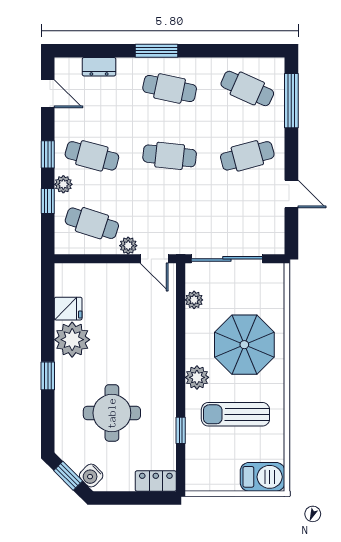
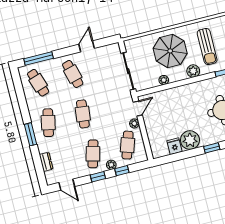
cafe table: (247, 88) -> (38, 83), turned -42
door: (48, 94) -> (67, 185), swing flipped
plant: (194, 300) -> (164, 80), moved

